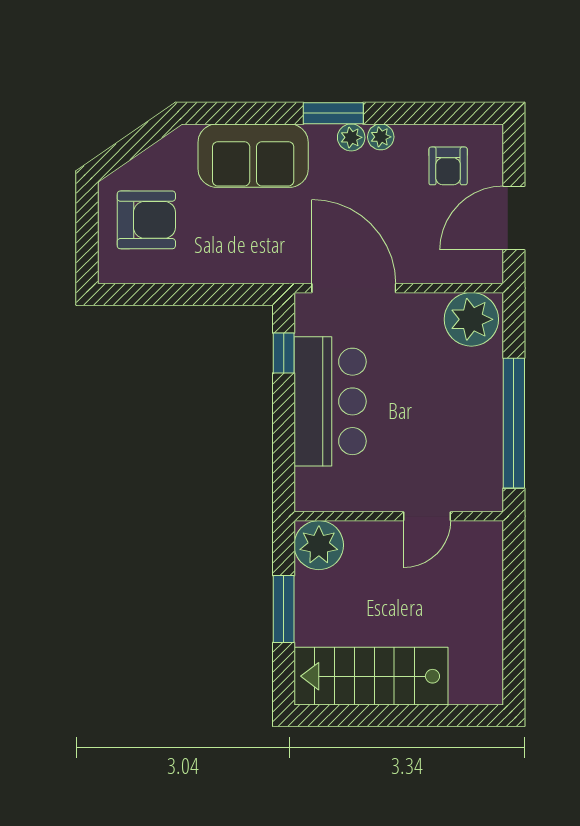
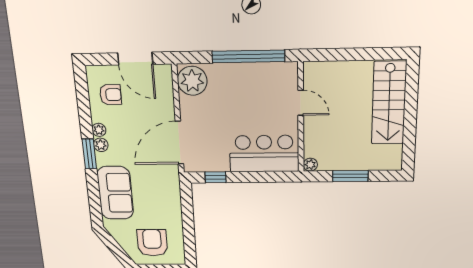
bar counter: (330, 401) -> (264, 154), moved
plant: (319, 545) -> (310, 165), width x0.53, depth x0.53
stairs: (371, 676) -> (389, 103), moved

